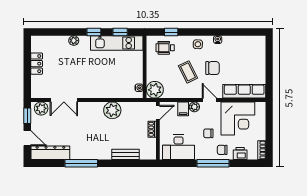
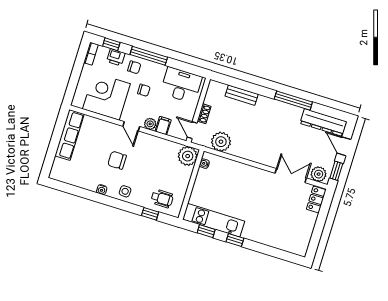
plant: (74, 41) -> (260, 237), removed
locker: (37, 64) -> (316, 199), moved
coffee table: (188, 72) -> (145, 164), removed
row of seats: (244, 91) -> (70, 135), moved, turned -90
plant: (112, 110) -> (221, 142), moved
door: (158, 112) -> (192, 130), hinge flipped
window: (247, 163) -> (111, 44), added

